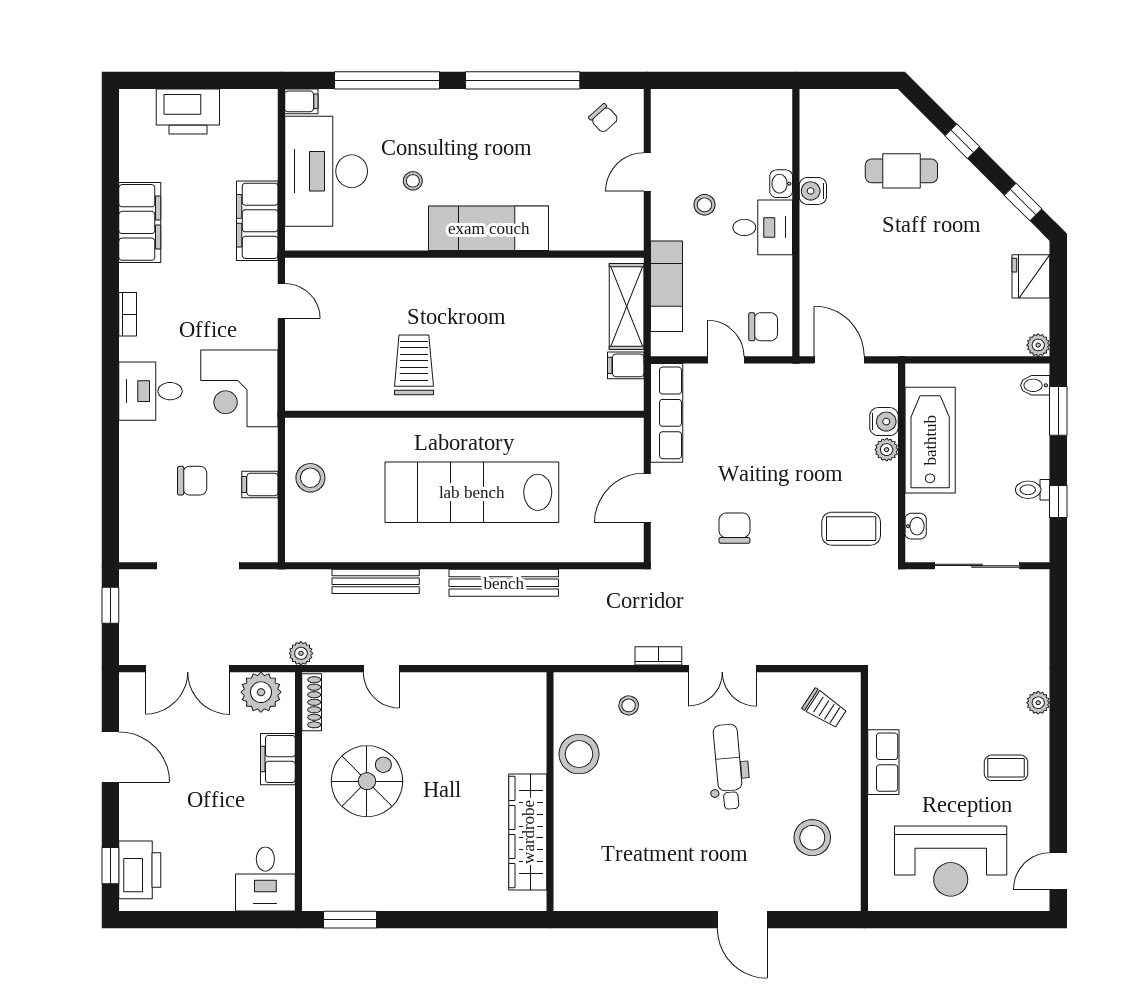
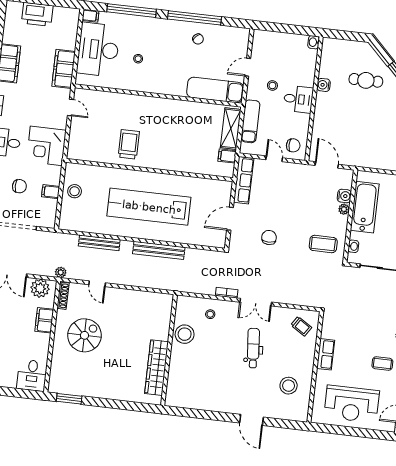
chair: (603, 118) -> (198, 39), moved
washbasin: (781, 184) -> (314, 42), moved
exam couch: (489, 228) -> (215, 90), moved

